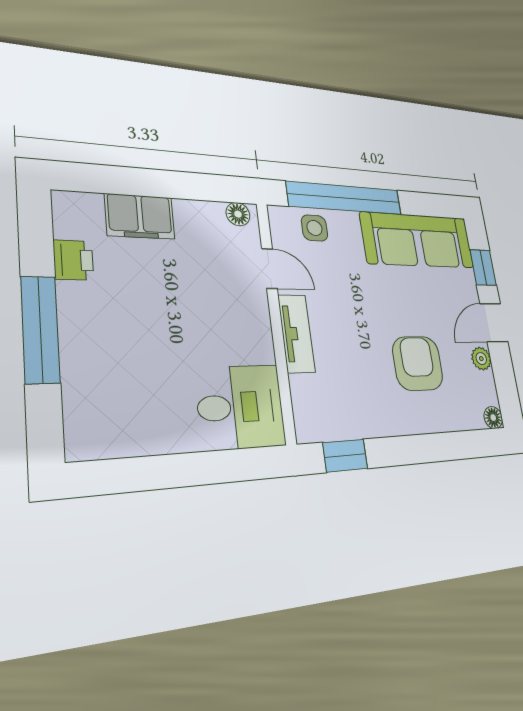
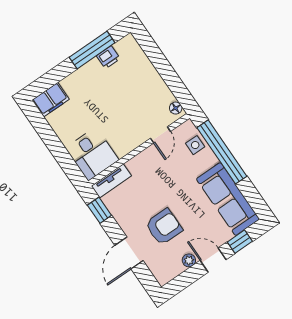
filing cabinet: (140, 216) -> (51, 100), moved, turned -90
window: (40, 329) -> (92, 50), moved
tv unit: (296, 334) -> (111, 181), moved
floor lamp: (493, 418) -> (163, 279), removed
door: (435, 448) -> (129, 253), added

